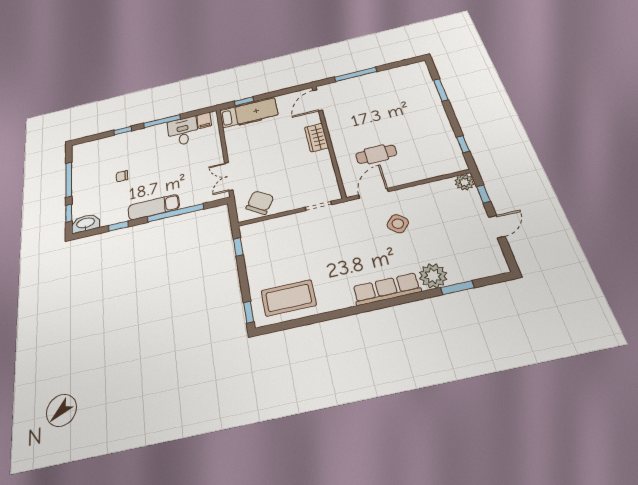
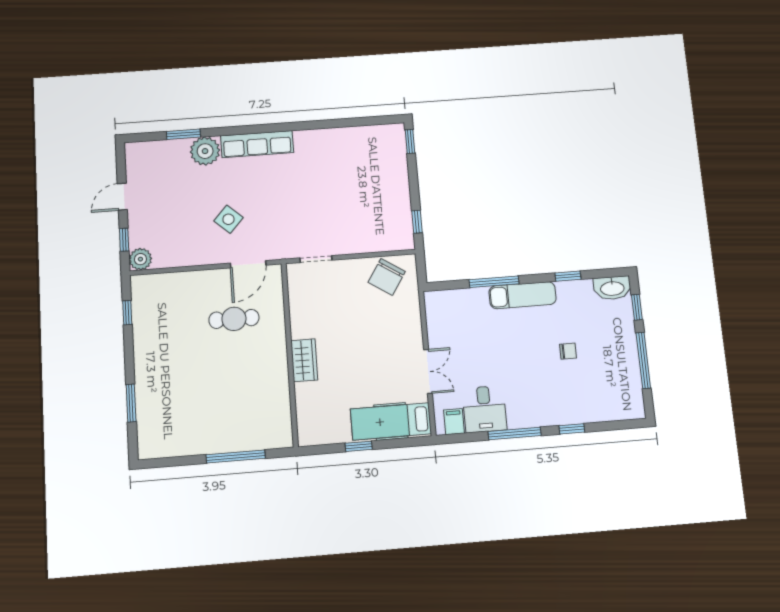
door: (318, 100) -> (294, 422), removed
window: (244, 101) -> (359, 446), moved
double door: (229, 176) -> (428, 371), moved
window: (175, 213) -> (494, 282), width x0.68
coffee table: (289, 298) -> (364, 151), removed

